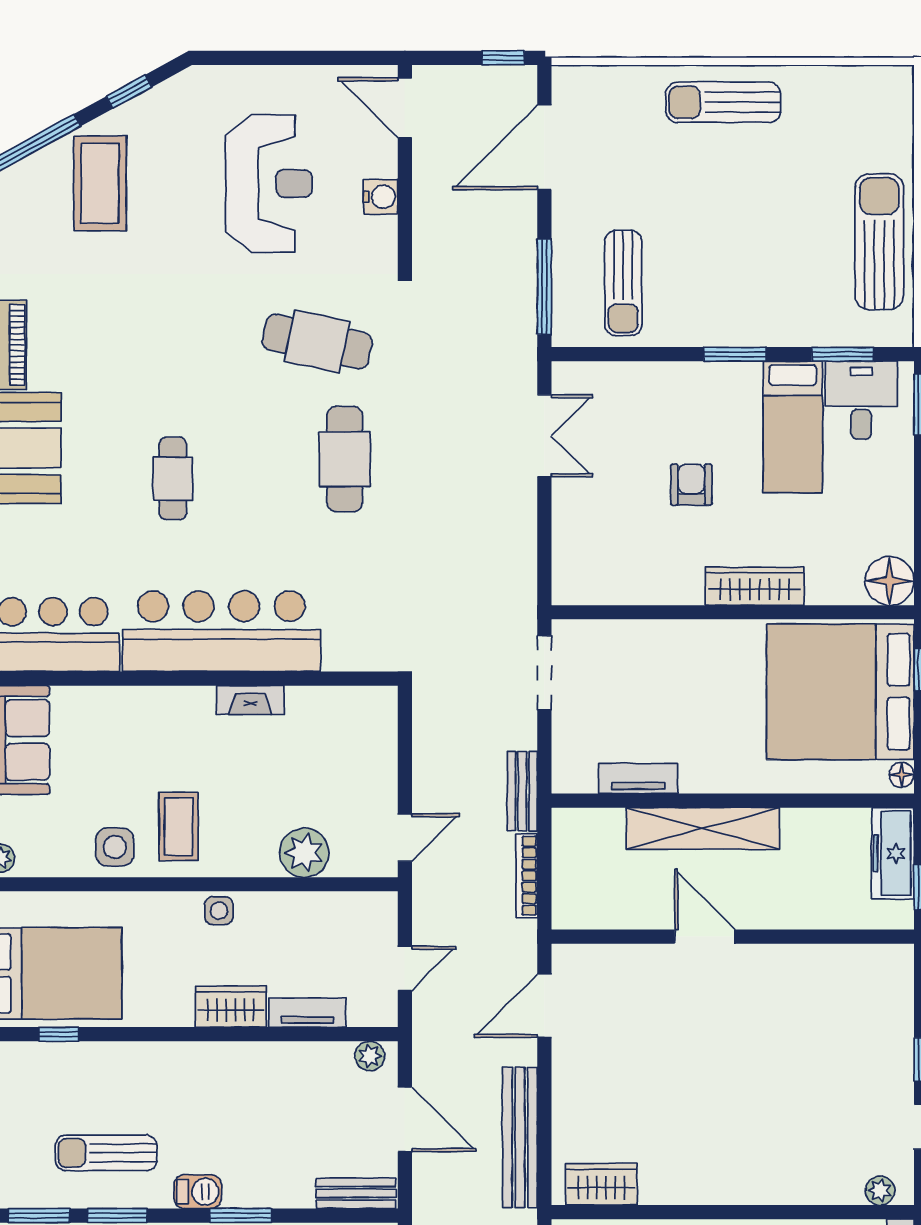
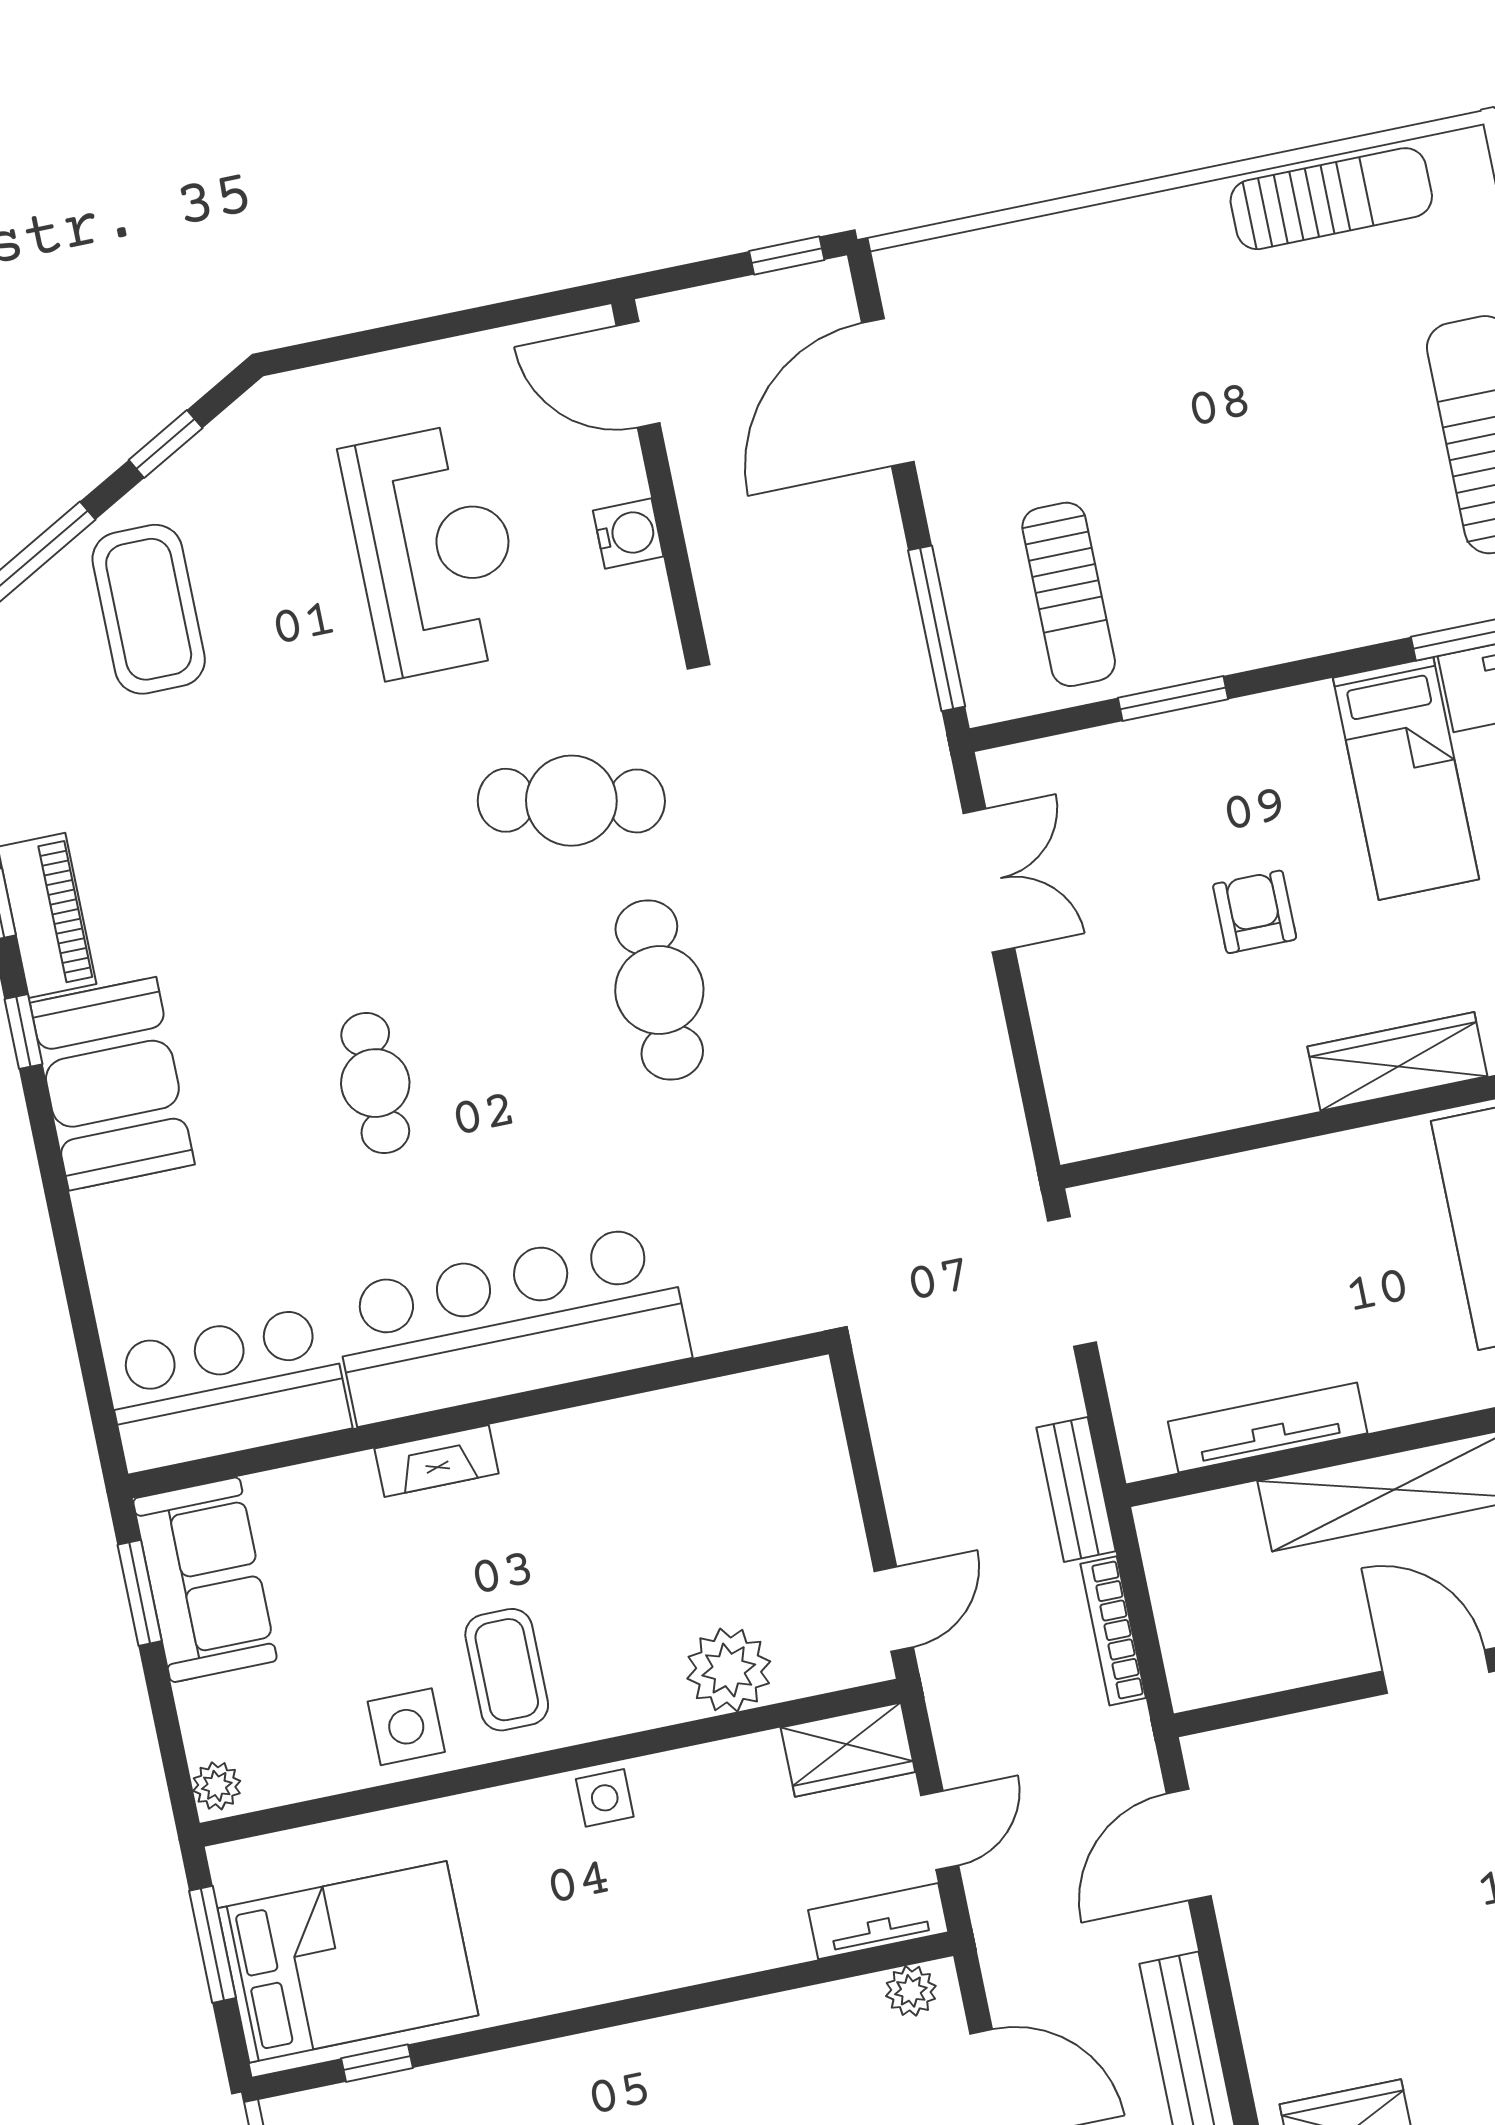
sun lounger: (723, 102) -> (1331, 199), moved, turned 180
window: (735, 354) -> (1173, 699), moved
fireplace: (250, 700) -> (437, 1461), moved
tv unit: (638, 778) -> (1268, 1427), width x1.41
wardrobe: (231, 1007) -> (848, 1750), moved, turned 180
tv unit: (308, 1013) -> (878, 1921), moved

